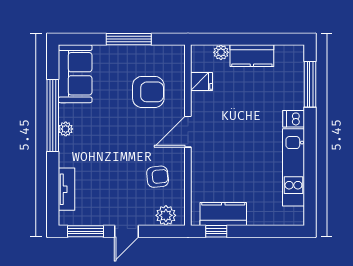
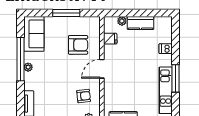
window: (310, 84) -> (176, 78), moved
dishwasher: (294, 119) -> (166, 49), moved

